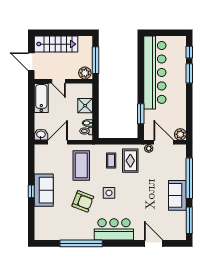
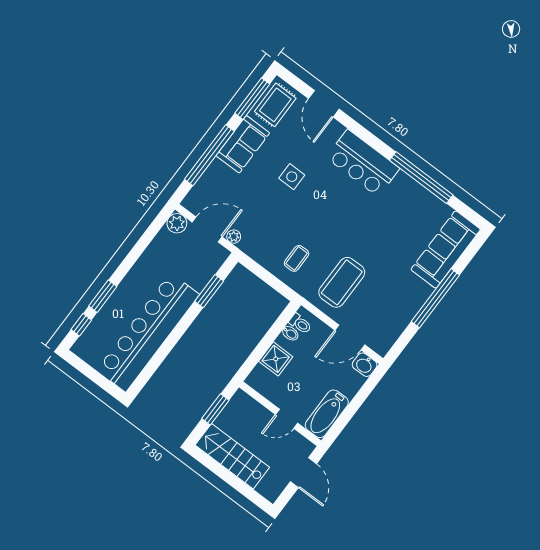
stairs: (56, 44) -> (232, 456), moved
window: (96, 60) -> (215, 409), width x0.69
plant: (85, 73) -> (243, 403), removed
door: (59, 81) -> (287, 419), swing flipped
door: (164, 142) -> (207, 229), swing flipped
rug: (130, 161) -> (275, 105), moved
sofa: (44, 190) -> (446, 249), moved, width x1.36
window: (31, 191) -> (435, 298), width x3.17
side table: (109, 193) -> (292, 177), moved
armchair: (83, 201) -> (376, 232), removed

